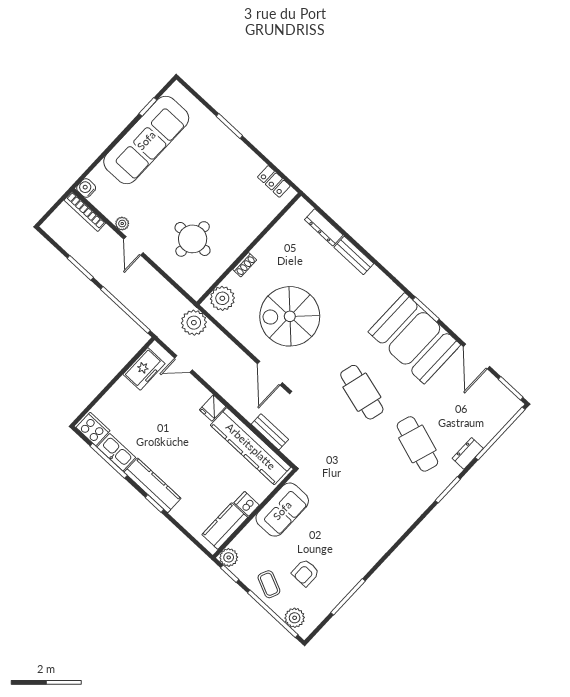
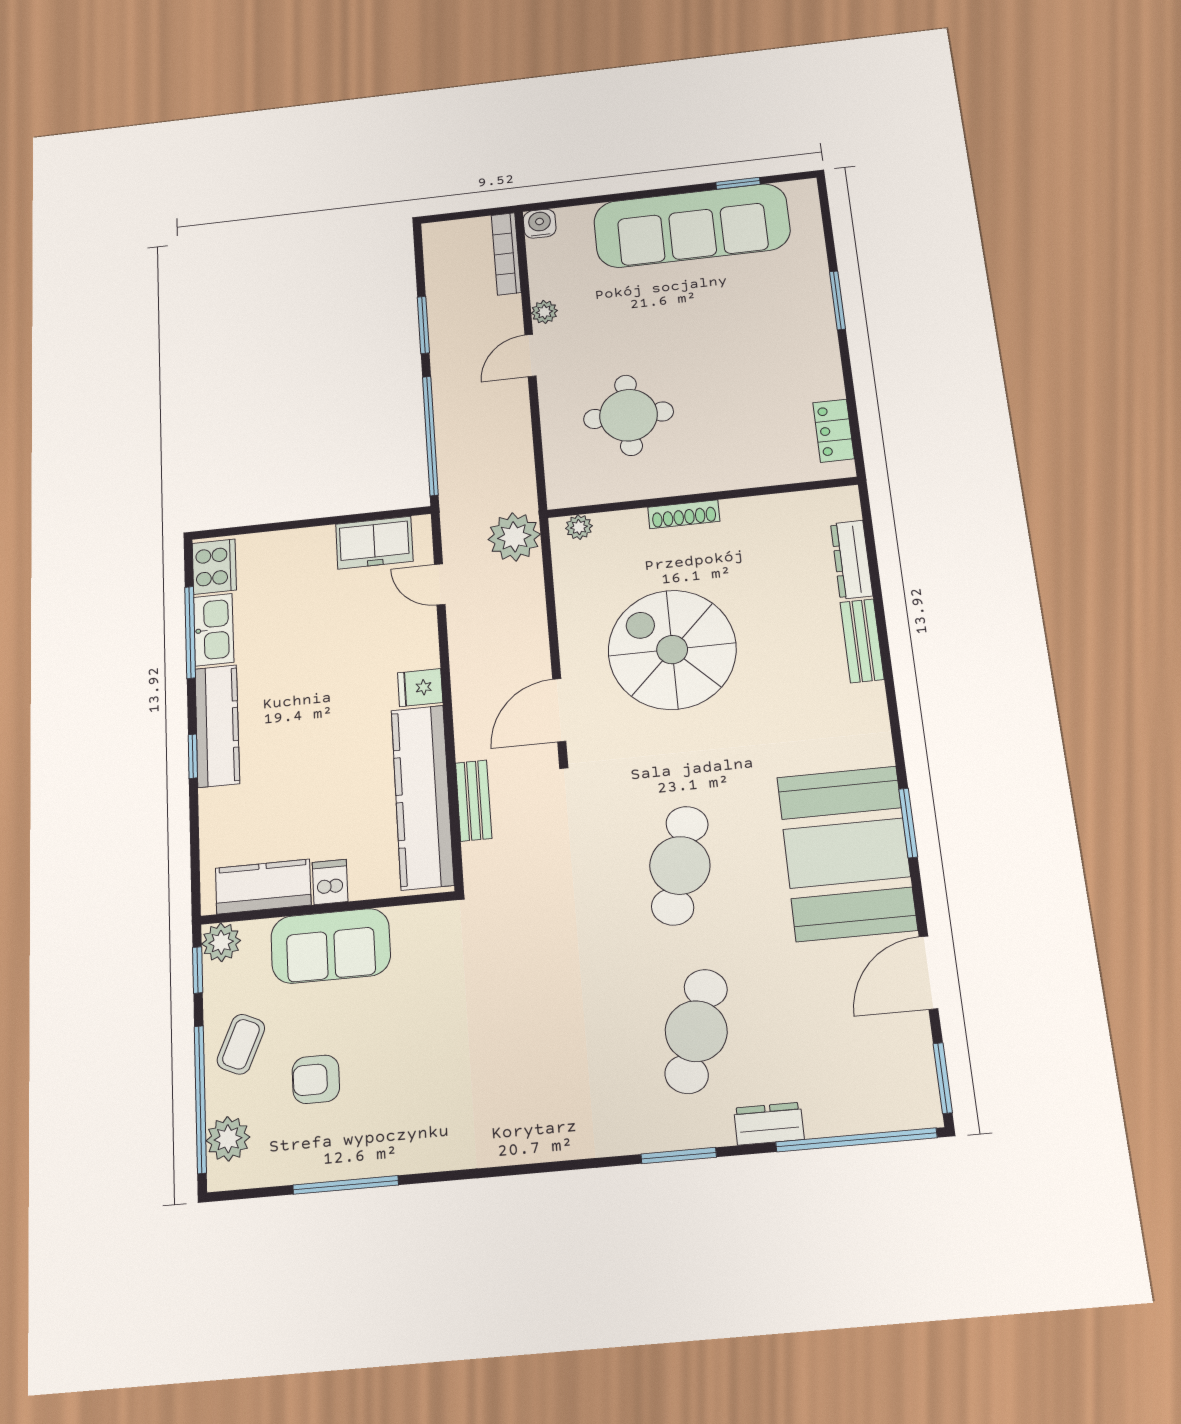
shoe rack: (245, 265) -> (684, 514), width x1.43
plant: (222, 298) -> (579, 527), width x0.53, depth x0.53
sofa: (282, 510) -> (331, 946), moved

